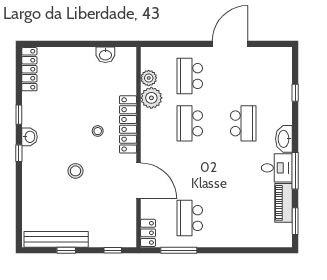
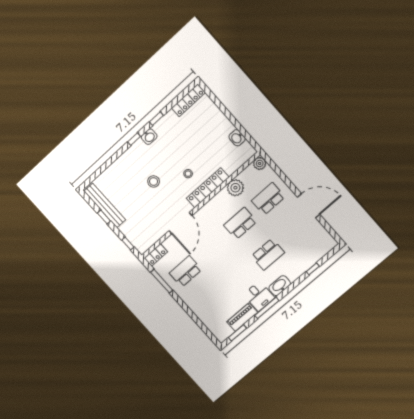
plant: (149, 78) -> (260, 163), moved

